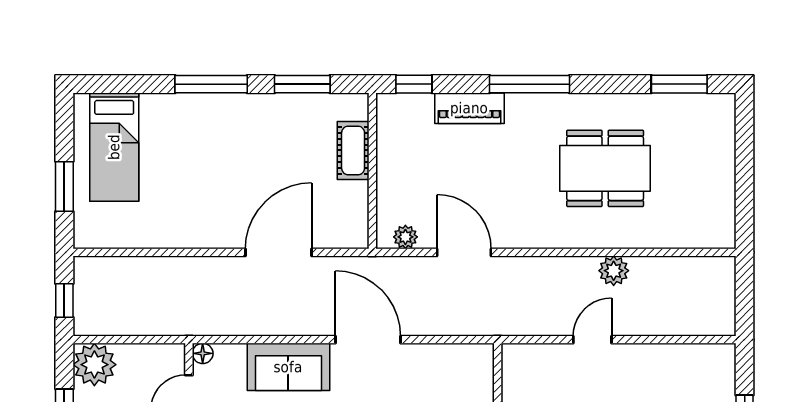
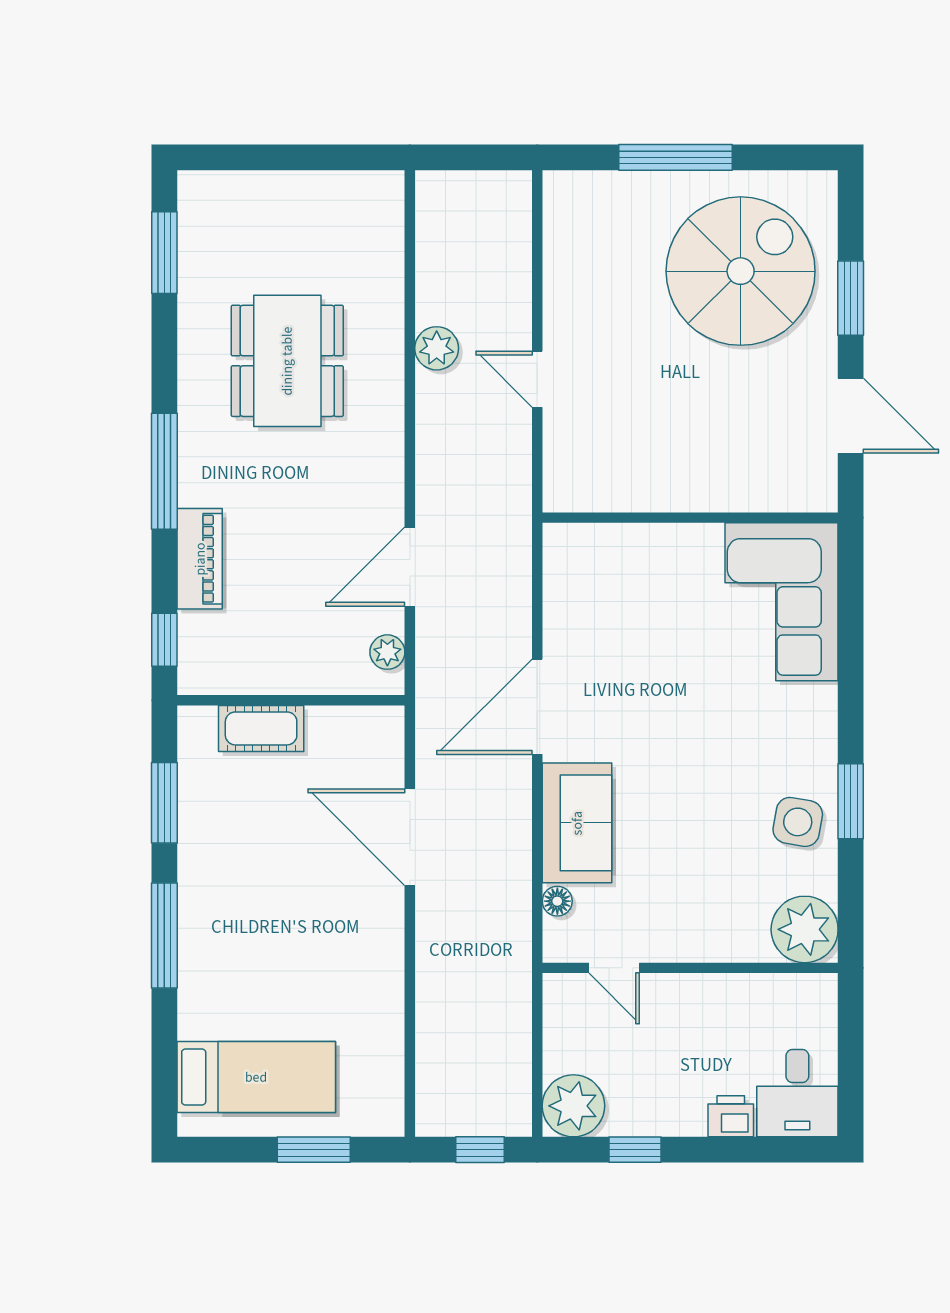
floor lamp: (203, 353) -> (557, 901), moved

